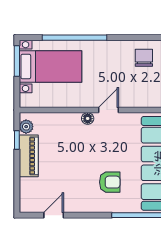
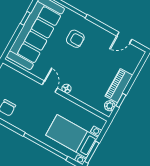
door: (108, 110) -> (50, 86), swing flipped
armchair: (110, 182) -> (75, 39), turned 180

